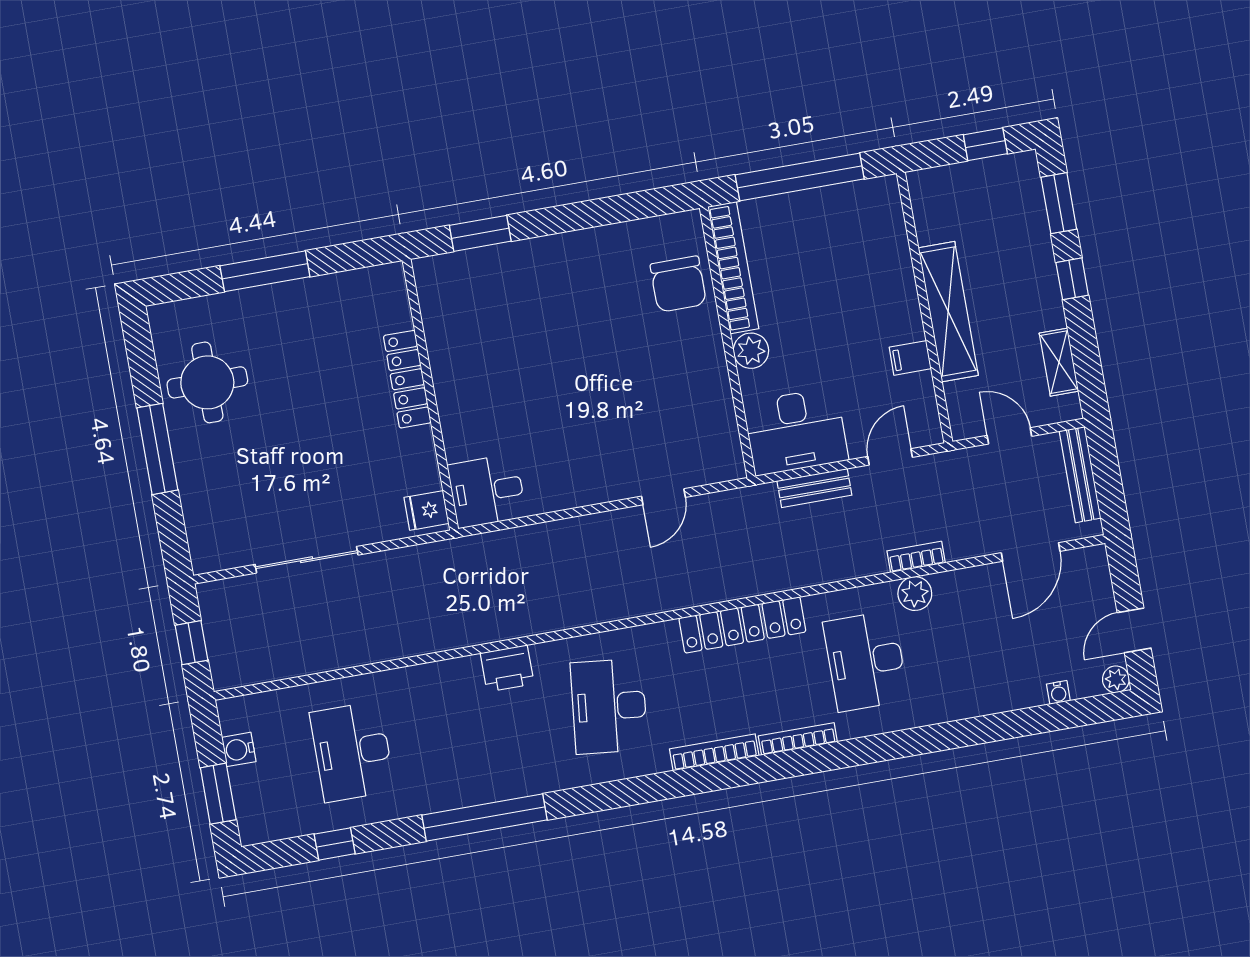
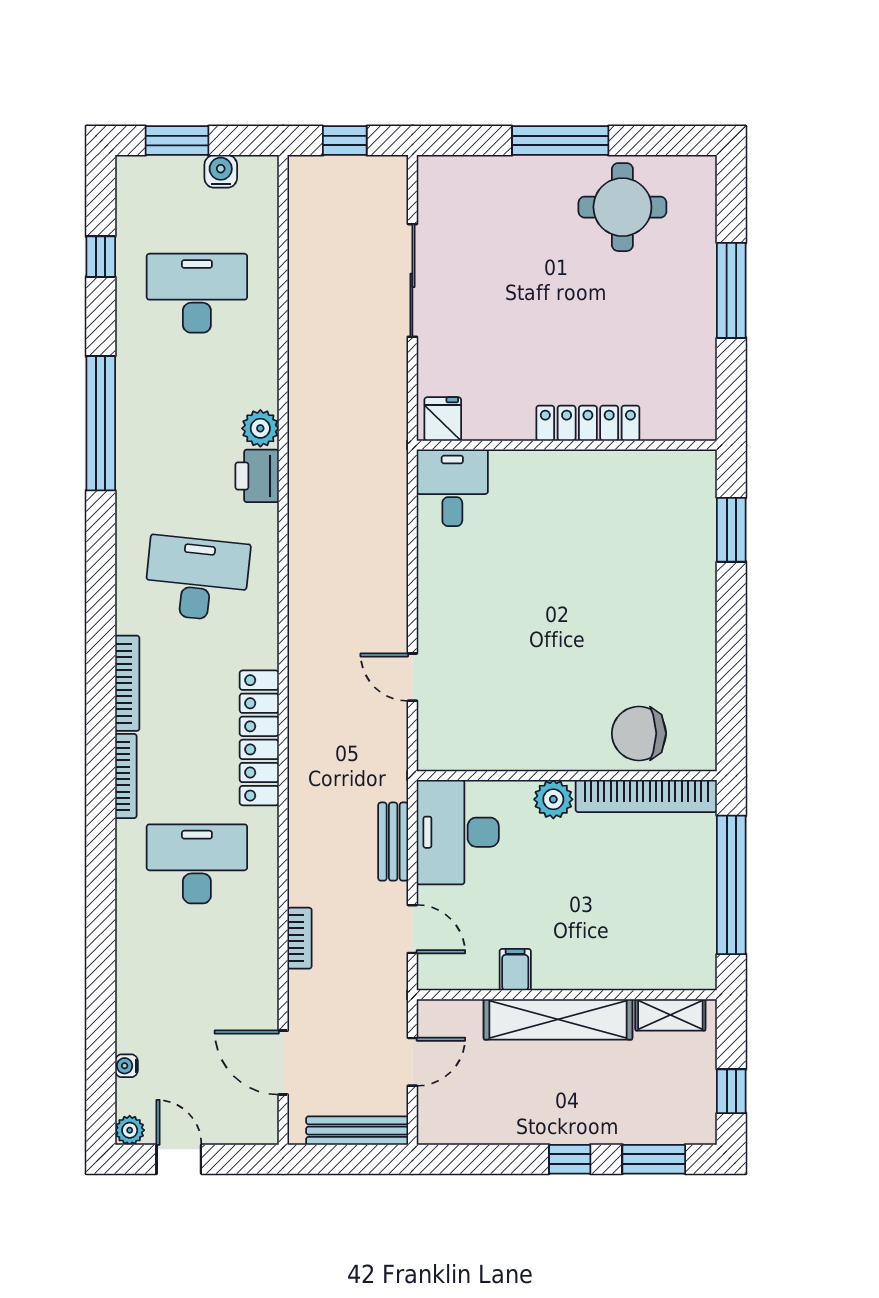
shelving: (1059, 362) -> (670, 1015), moved
plant: (915, 594) -> (260, 428), moved

